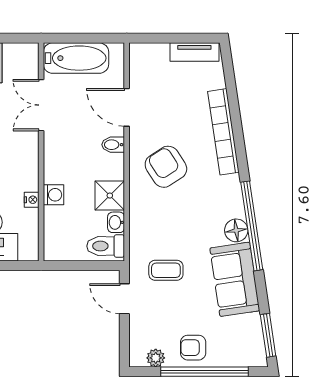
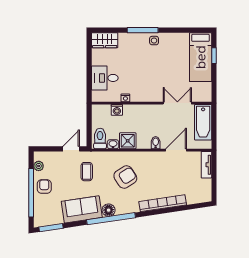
tv unit: (194, 52) -> (206, 165), moved
armchair: (166, 167) -> (125, 177), moved
washing machine: (53, 195) -> (117, 110), moved

